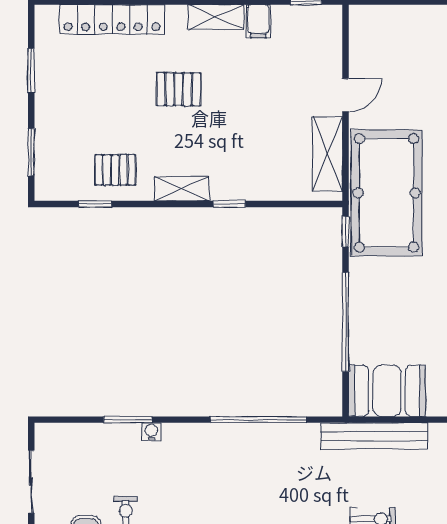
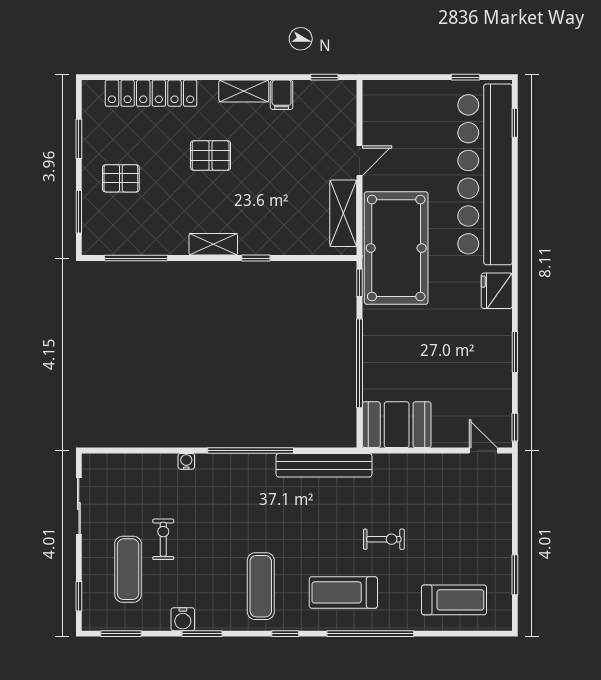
pallet: (115, 170) -> (121, 178), moved
window: (95, 204) -> (136, 258), width x2.17
window: (128, 420) -> (165, 450), removed
window: (258, 420) -> (251, 450), moved
bench: (374, 436) -> (324, 465), moved

